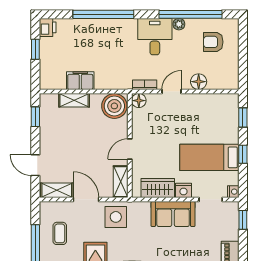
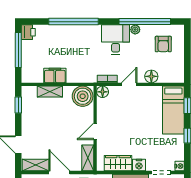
armchair: (213, 42) -> (163, 44), turned -90
window: (35, 49) -> (18, 50), width x2.17
bed: (209, 157) -> (173, 110), moved, turned -90

